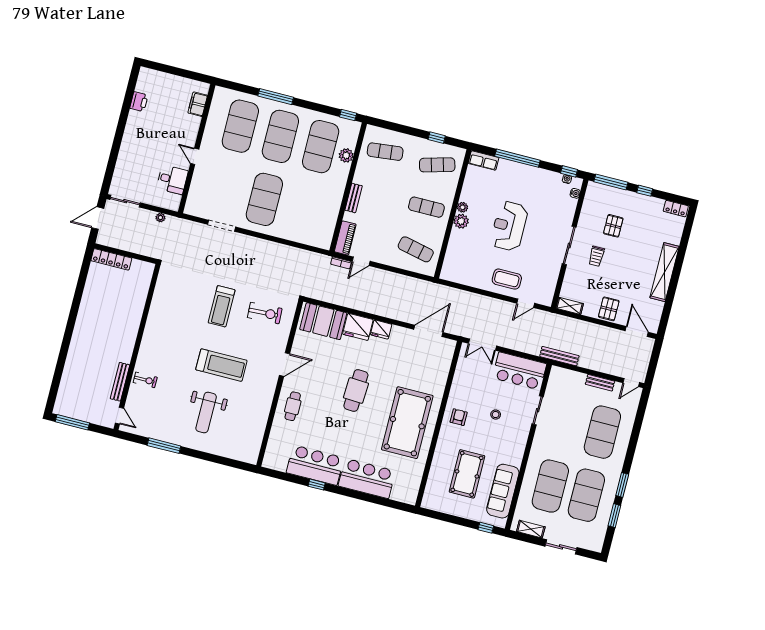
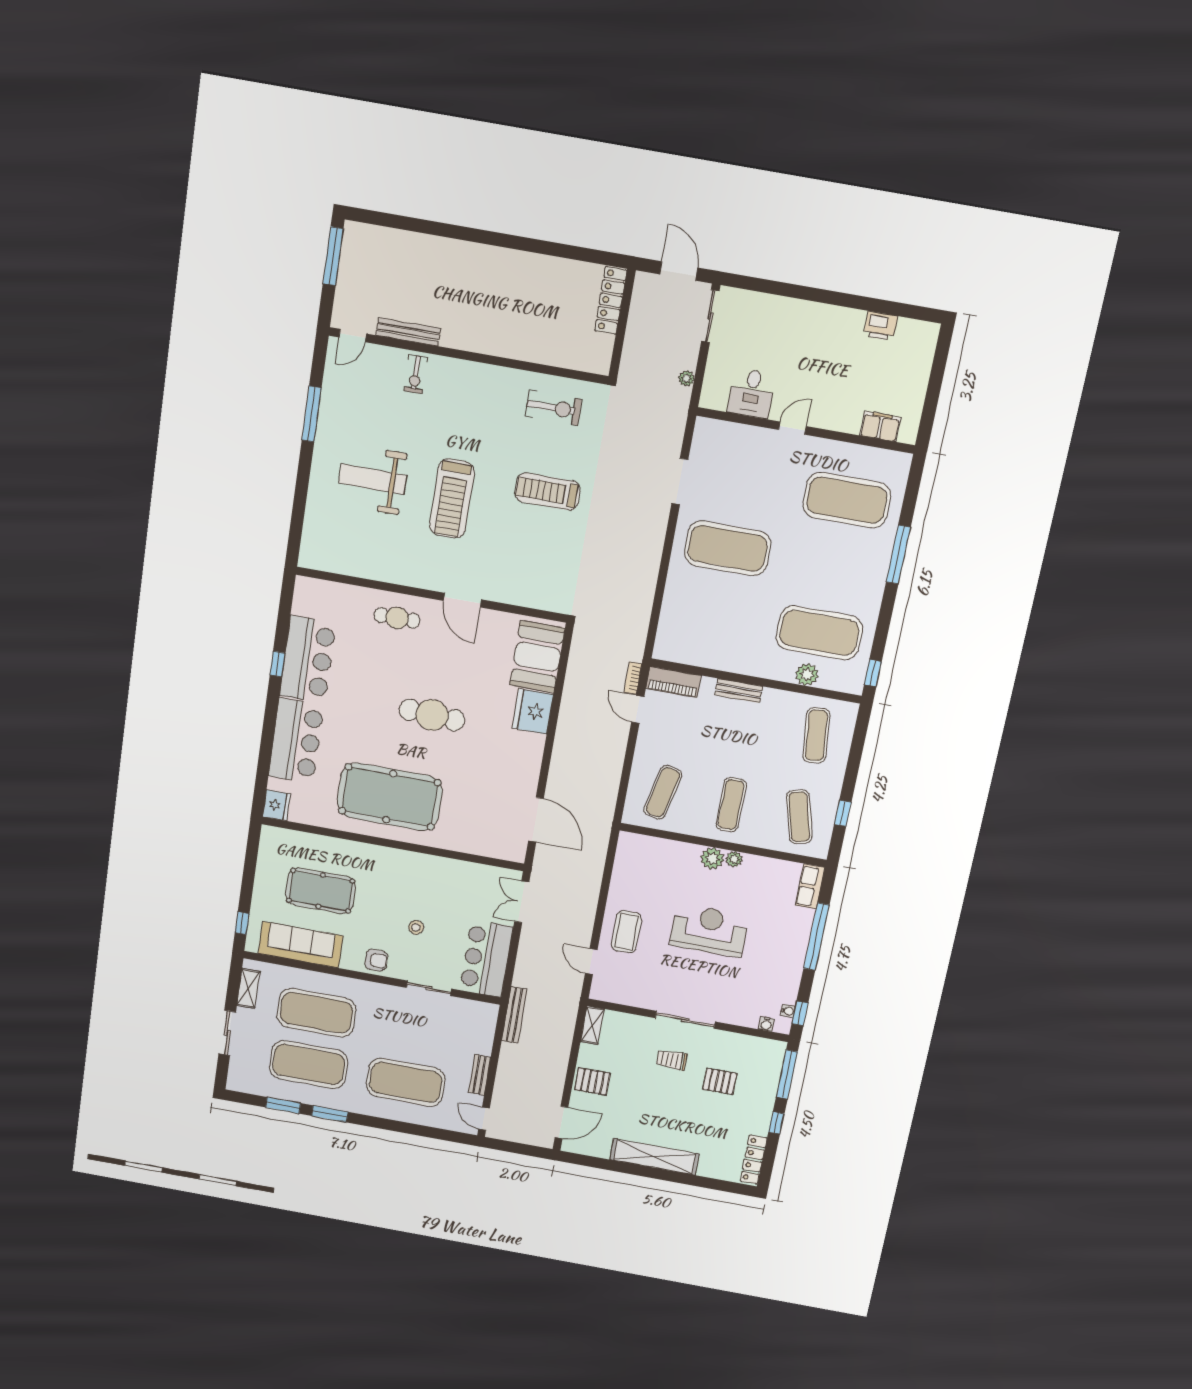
exercise mat: (280, 136) -> (833, 567), removed
locker: (676, 209) -> (754, 1159), width x1.53
exercise bike: (265, 313) -> (554, 408), moved, turned -87
fridge: (381, 330) -> (277, 805), moved, turned 180
armchair: (459, 417) -> (376, 960), moved

